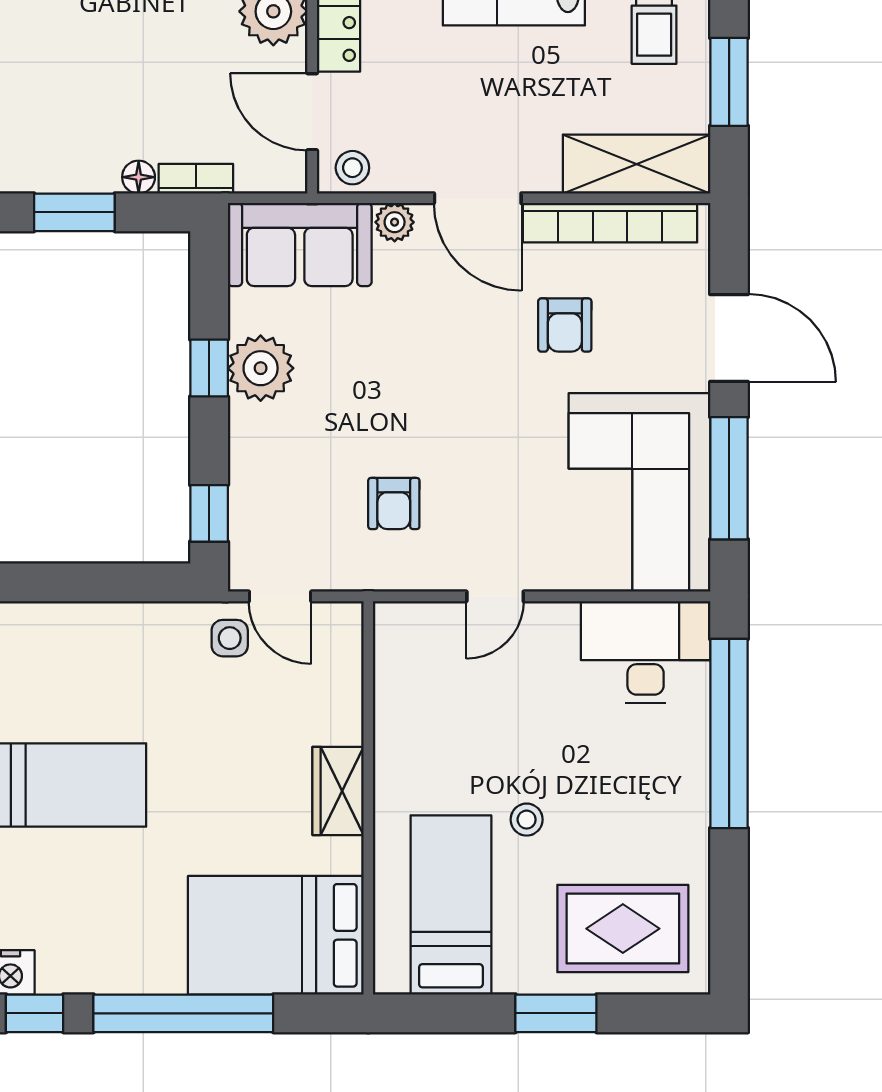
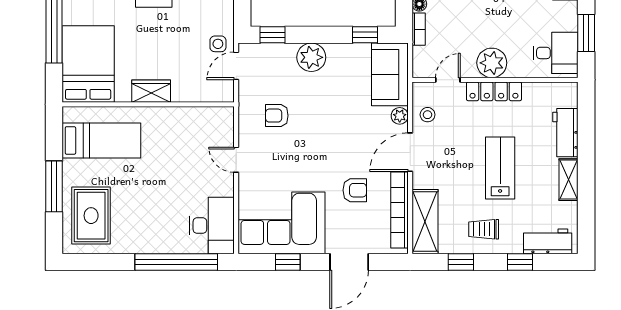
window: (729, 82) -> (461, 262), width x0.67
door: (312, 112) -> (448, 80), width x0.73
stool: (352, 168) -> (428, 115), moved
armchair: (565, 325) -> (355, 190), turned 180
window: (209, 368) -> (365, 35), moved
plant: (261, 368) -> (311, 57), moved
window: (729, 478) -> (288, 262), width x0.46
stool: (527, 820) -> (139, 174), removed
window: (556, 1013) -> (54, 186), width x1.44

